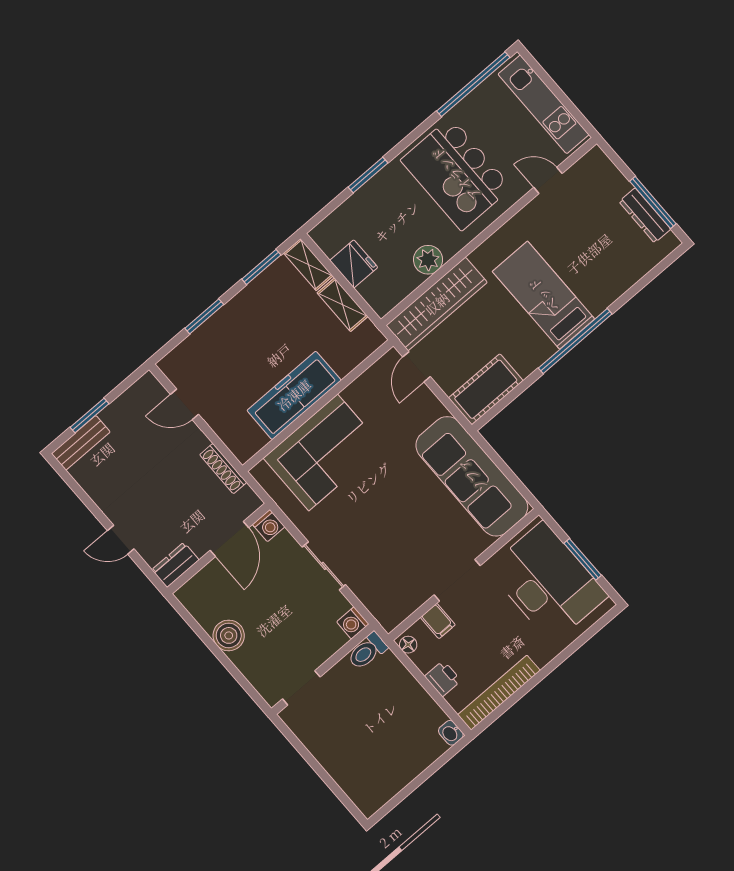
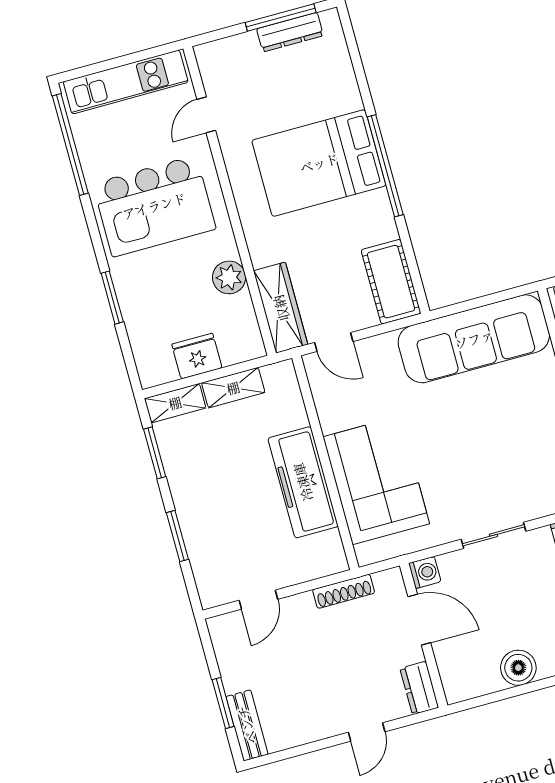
bed: (544, 295) -> (319, 163), width x1.50
wardrobe: (437, 304) -> (281, 308), width x0.71, depth x0.85

